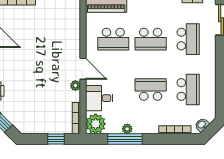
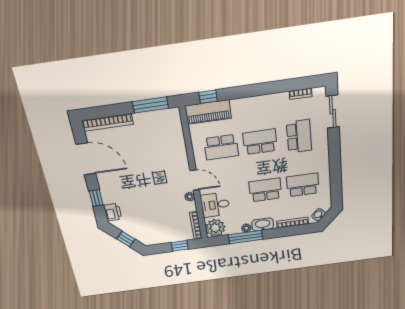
school desk: (151, 39) -> (260, 142), turned 180
school desk: (188, 89) -> (303, 185), turned -90
washbasin: (144, 127) -> (263, 224), added

